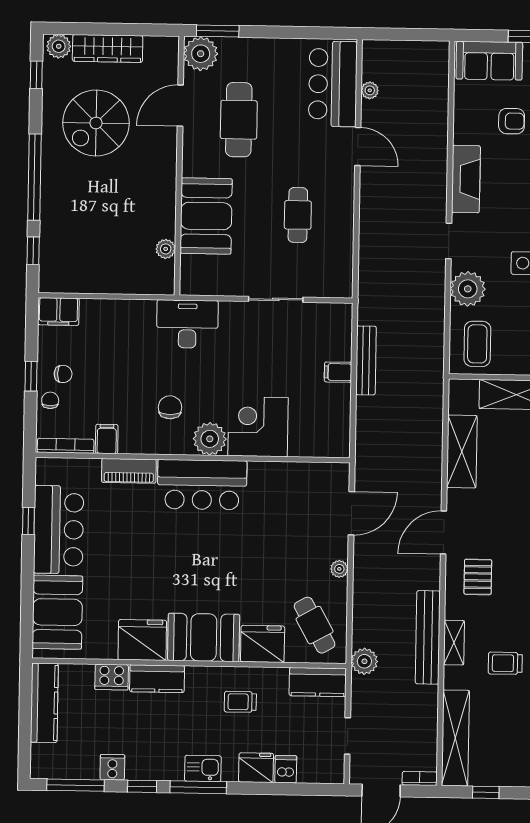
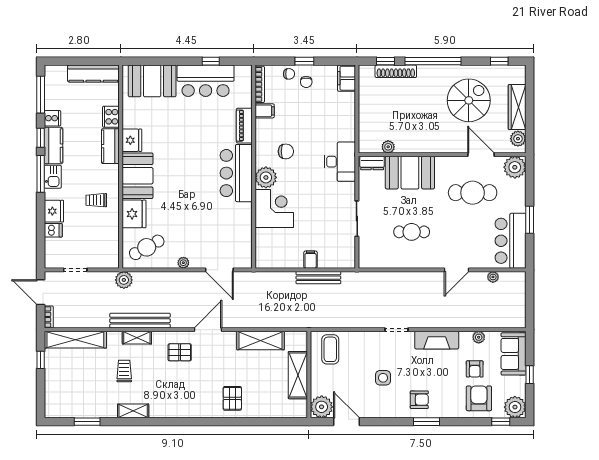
window: (218, 31) -> (530, 220), moved
plant: (59, 46) -> (518, 139), moved
bar counter: (333, 84) -> (511, 241), moved, turned -90
spiral stairs: (96, 123) -> (469, 100), turned 90
shoe rack: (49, 235) -> (396, 71), added
dresser: (190, 274) -> (372, 163), added
plant: (468, 289) -> (479, 337), moved, width x0.53, depth x0.53
coffee table: (477, 344) -> (330, 349), turned 90
door: (444, 533) -> (208, 330), hinge flipped
fridge: (142, 640) -> (132, 140), width x0.73, depth x0.75
kitchen counter: (318, 682) -> (53, 146), moved, turned 180
trolley: (240, 702) -> (96, 200), turned -90

